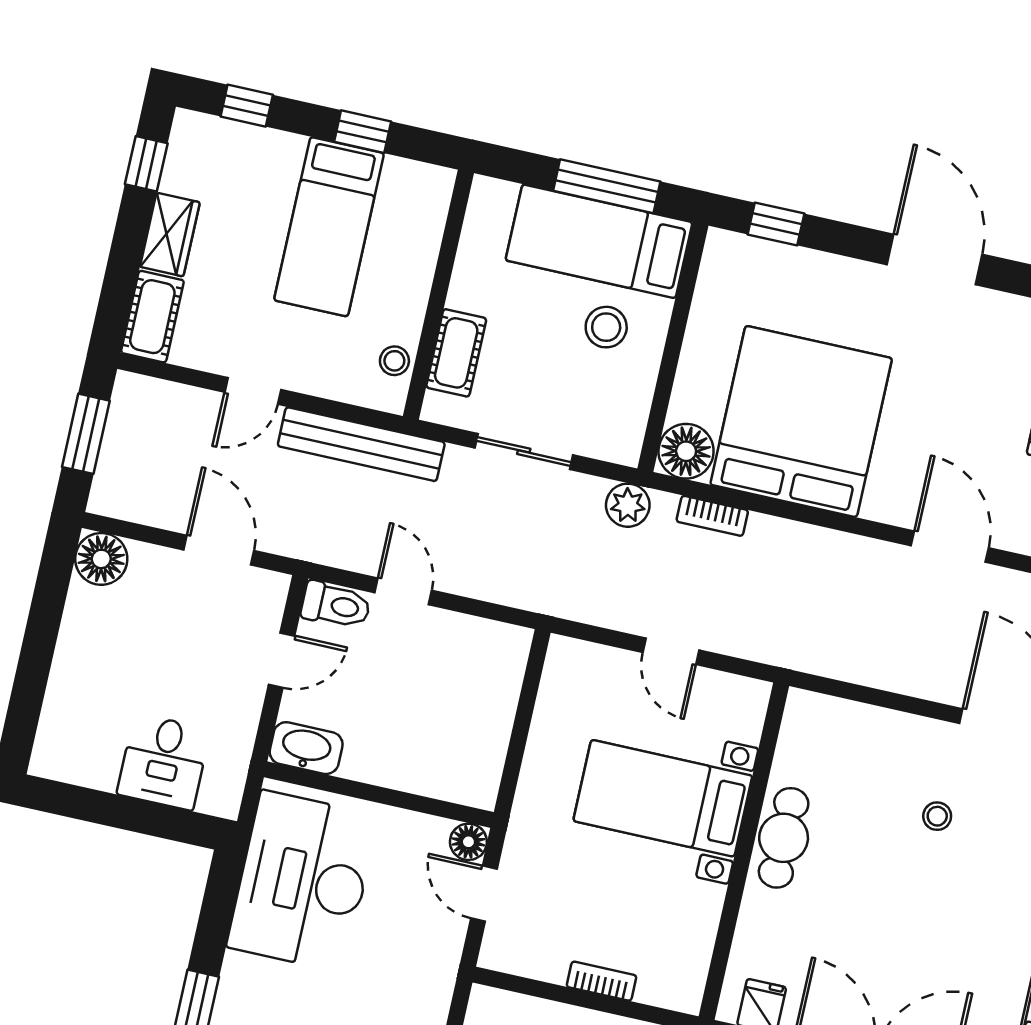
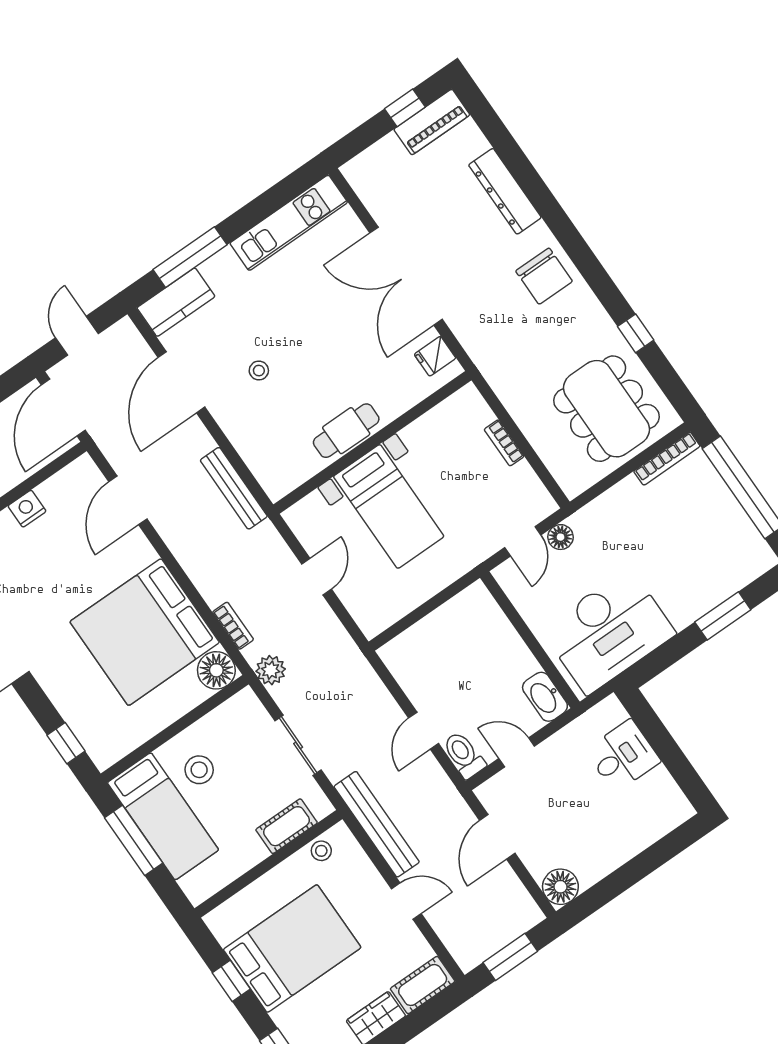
bed: (329, 227) -> (292, 949), width x1.50
bench: (848, 665) -> (234, 488), added
floor lamp: (468, 842) -> (561, 537), moved

